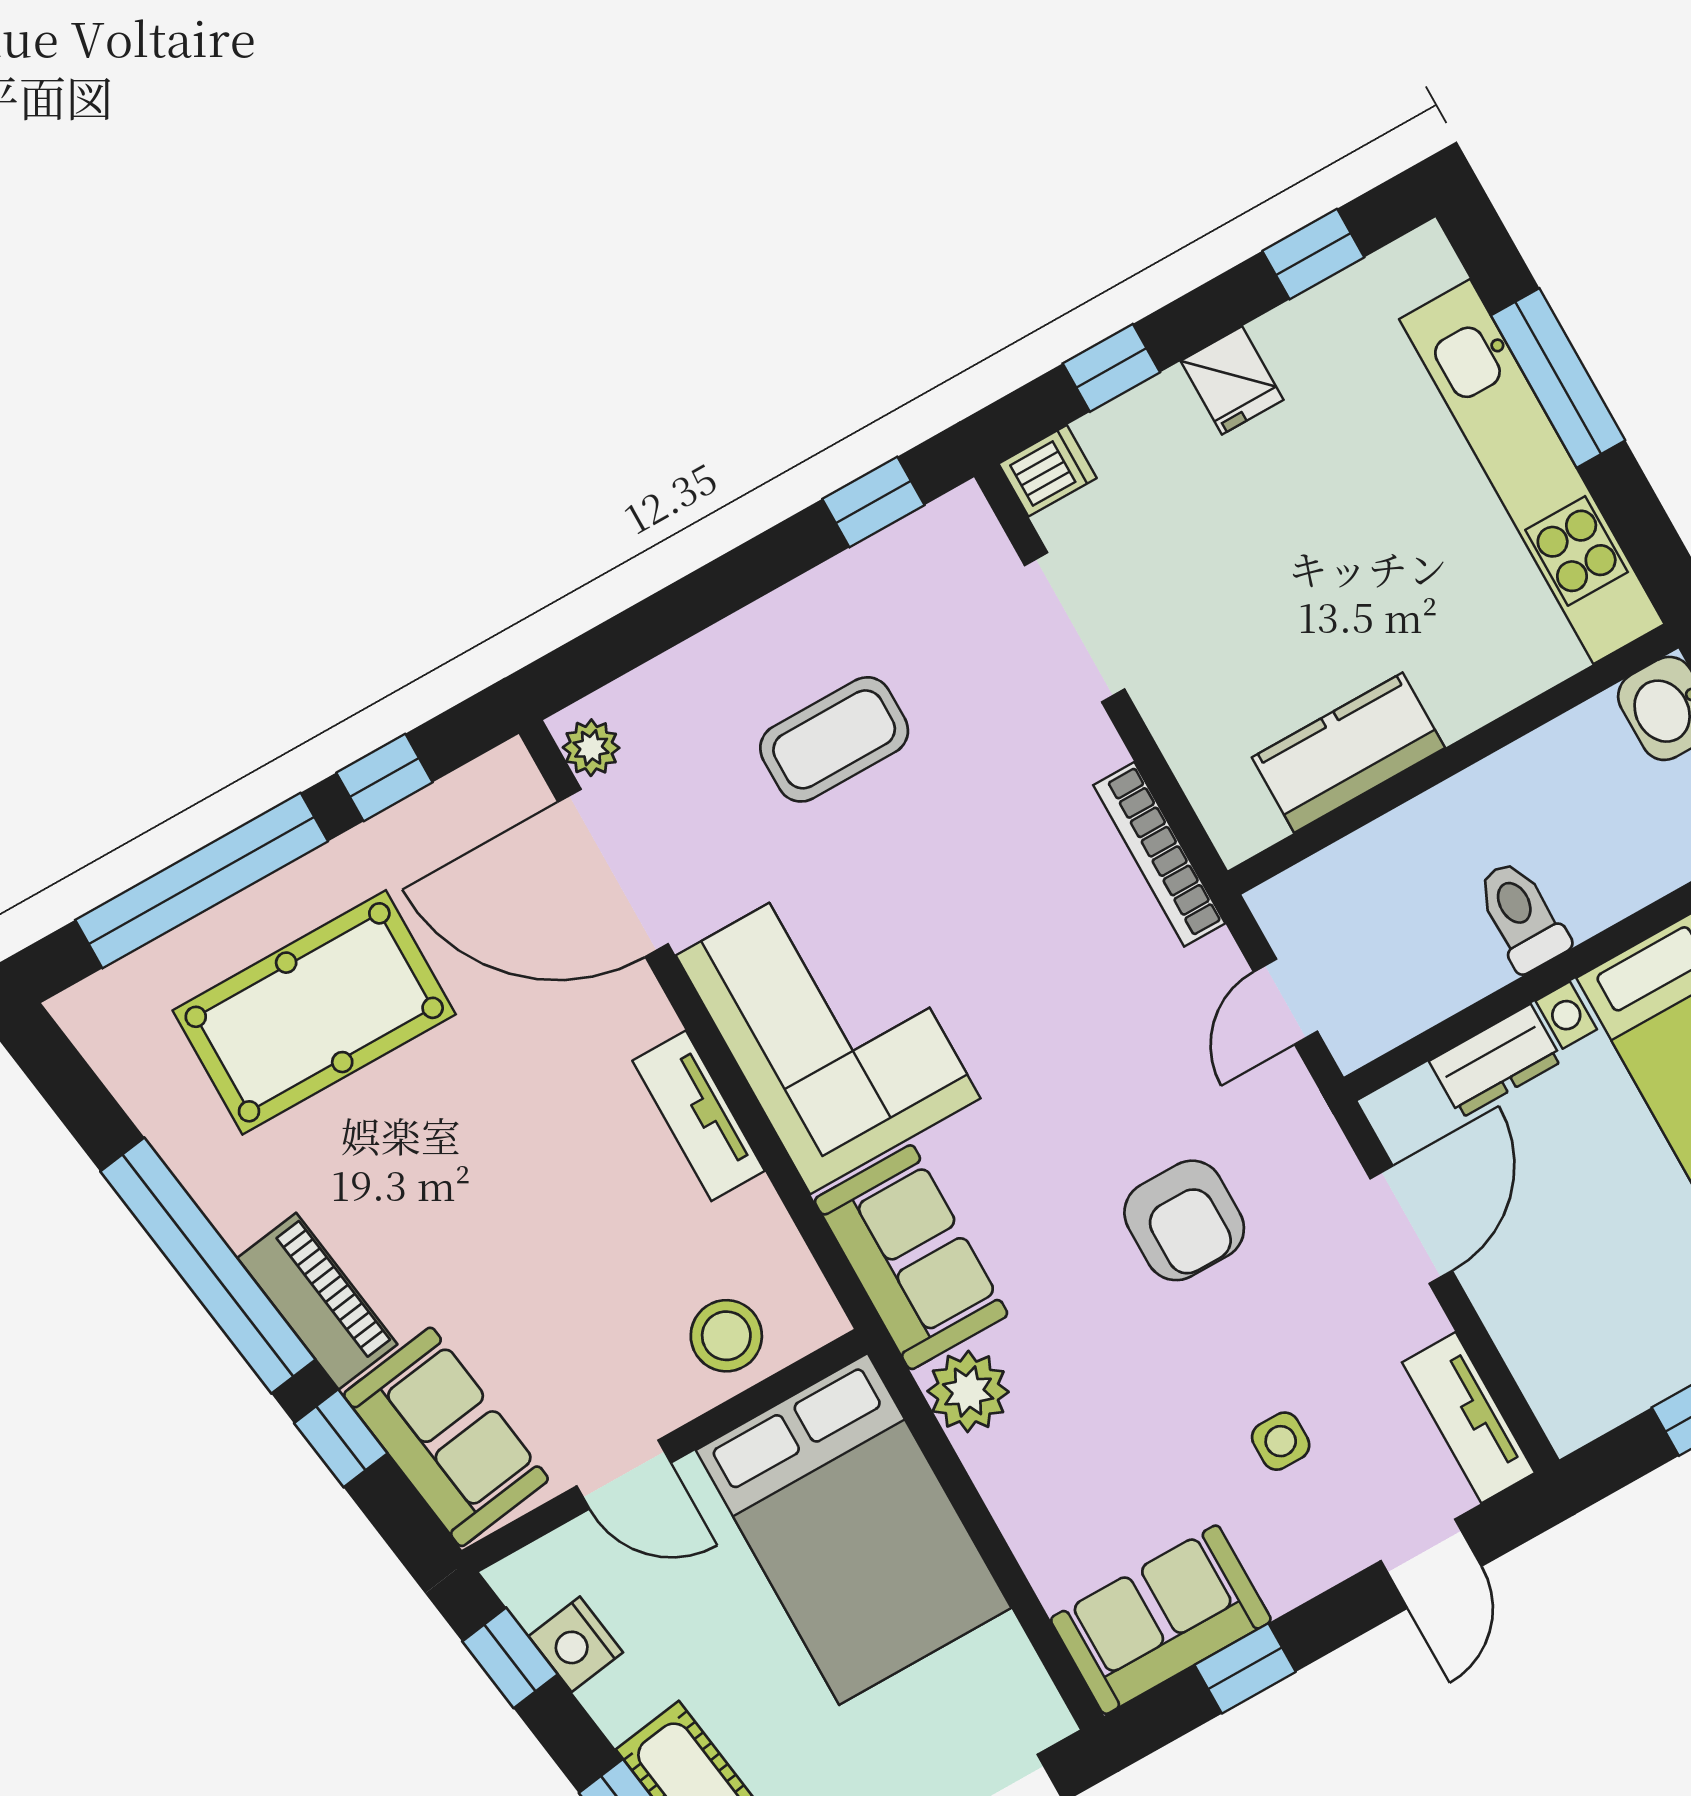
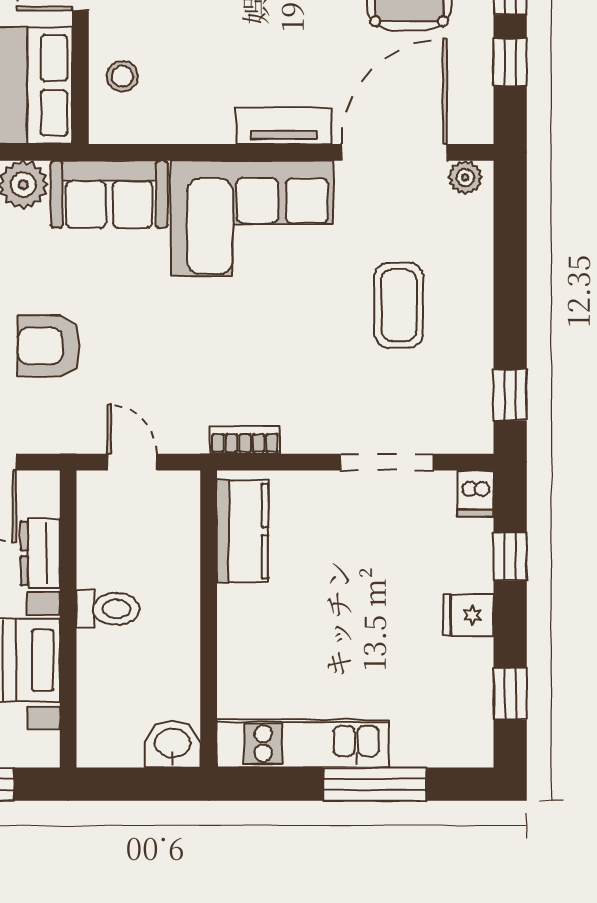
kitchen unit: (1532, 472) -> (303, 743), width x0.73
kitchen counter: (1348, 753) -> (242, 531), moved
bookcase: (1159, 854) -> (245, 440), width x0.64
tv unit: (699, 1116) -> (284, 126), moved
stool: (726, 1336) -> (122, 76), width x0.73, depth x0.73

